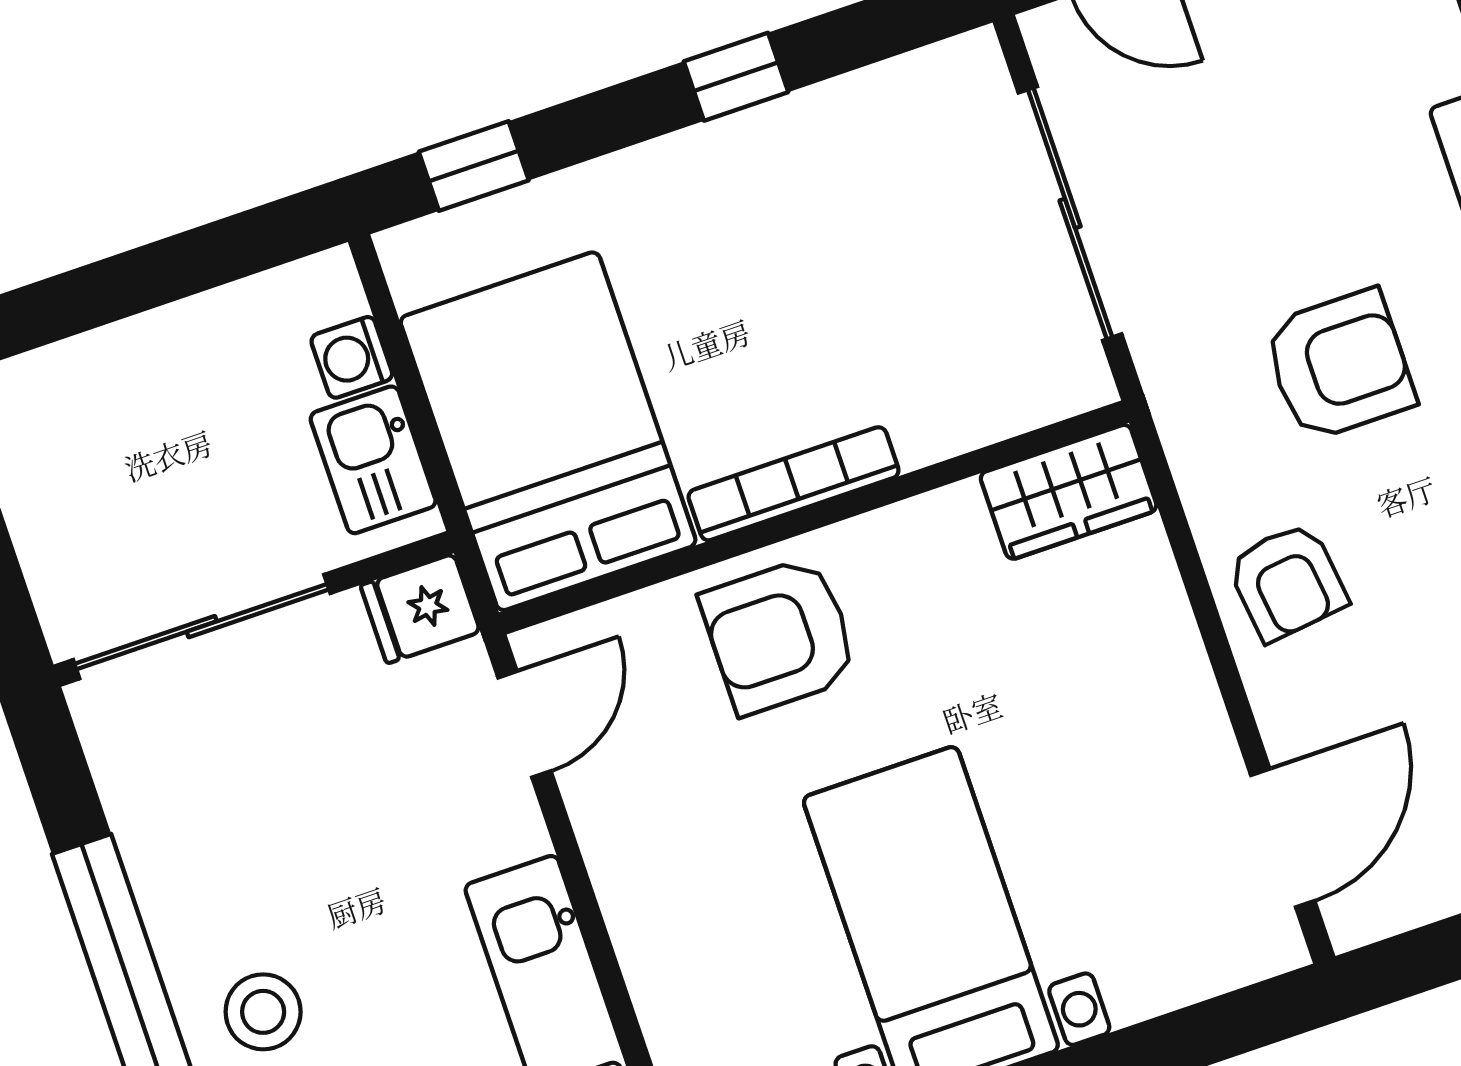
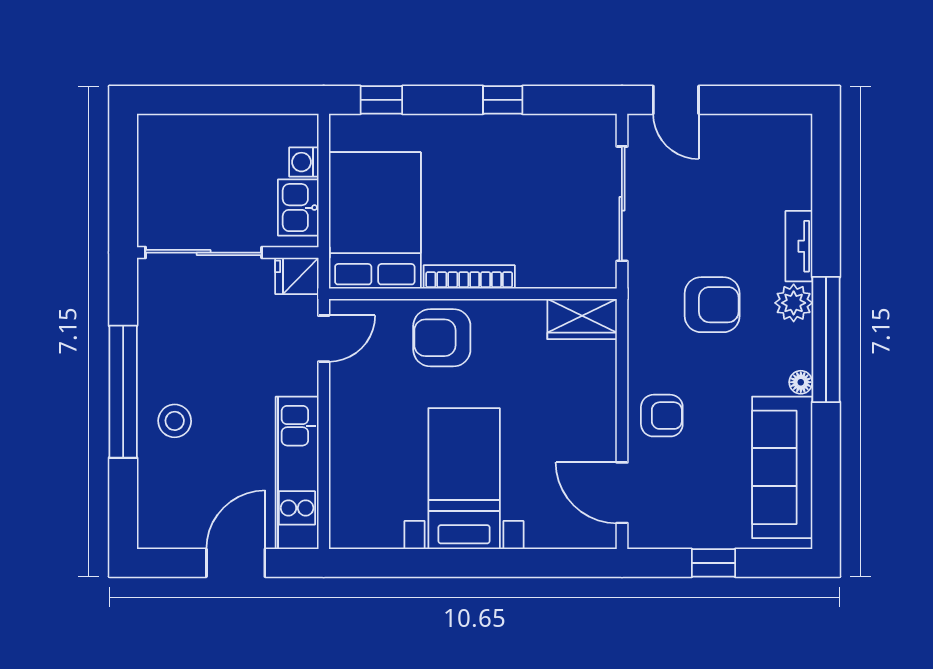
armchair: (1287, 582) -> (662, 416), moved, turned -83
door: (1283, 838) -> (622, 493), swing flipped

